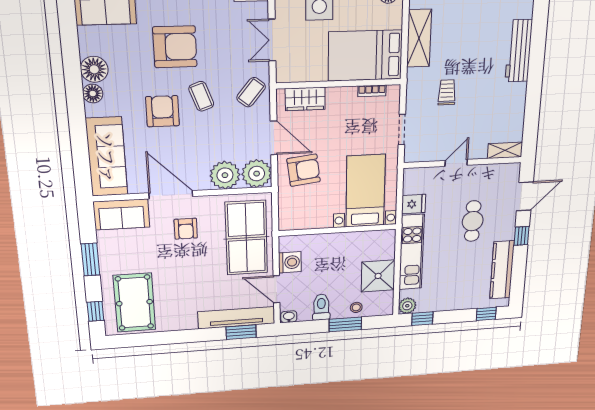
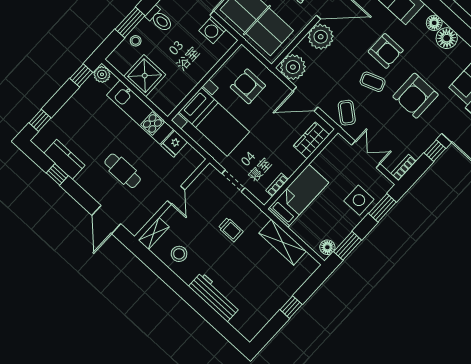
bed: (365, 55) -> (298, 196), width x0.67
stool: (505, 115) -> (179, 254), added
armchair: (304, 170) -> (248, 86), moved, turned 97
plant: (225, 175) -> (321, 37), moved
window: (521, 236) -> (57, 174), moved
kitchen counter: (502, 270) -> (64, 159), width x0.67

